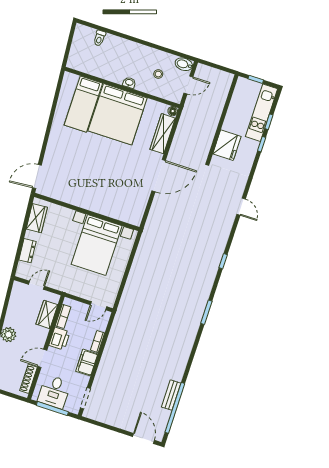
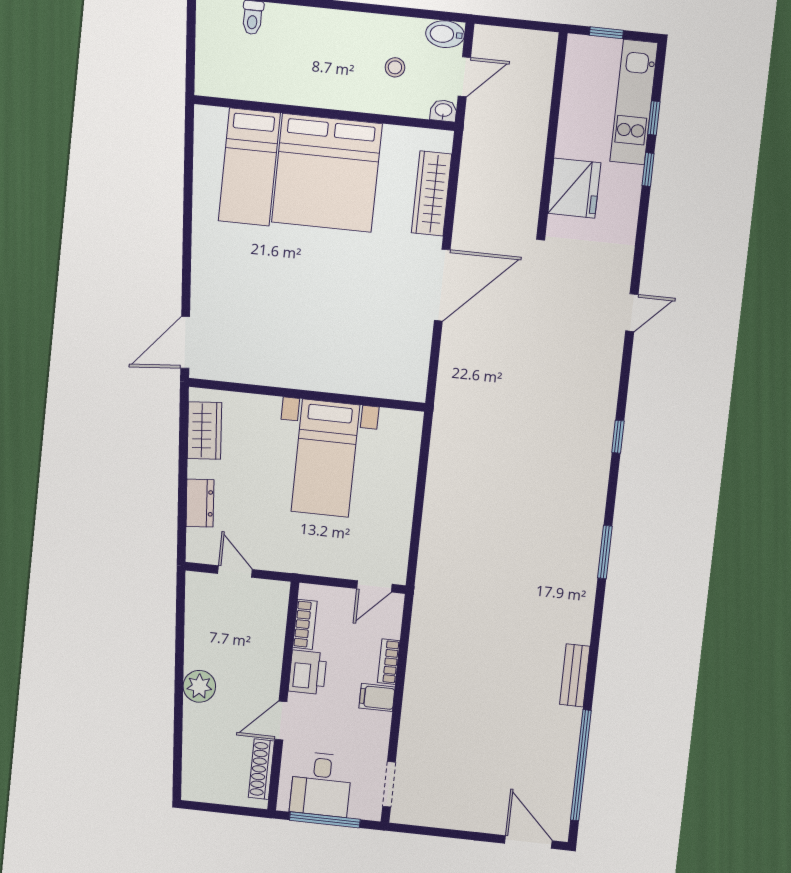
washbasin: (129, 83) -> (443, 111), moved
floor lamp: (173, 111) -> (443, 140), removed
door: (241, 207) -> (632, 313), hinge flipped
bed with nightstands: (97, 245) -> (325, 458), width x0.73
door: (36, 285) -> (235, 571), hinge flipped
wardrobe: (47, 314) -> (270, 628), removed
filing cabinet: (87, 363) -> (377, 697), width x0.50
bench: (171, 395) -> (575, 675), moved

